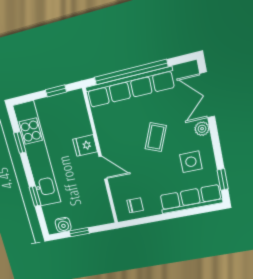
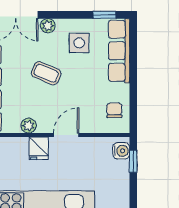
plant: (103, 132) -> (29, 126), added
water cooler: (63, 225) -> (121, 151), moved
window: (79, 232) -> (133, 161), moved

